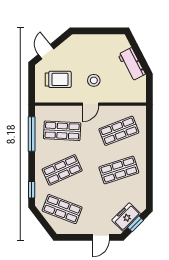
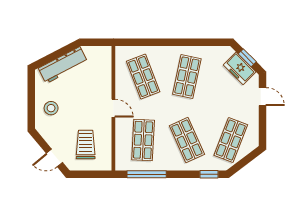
workbench: (132, 64) -> (63, 65), width x1.38
stool: (94, 80) -> (51, 108), moved
shop shelf: (119, 170) -> (187, 76), turned 30

